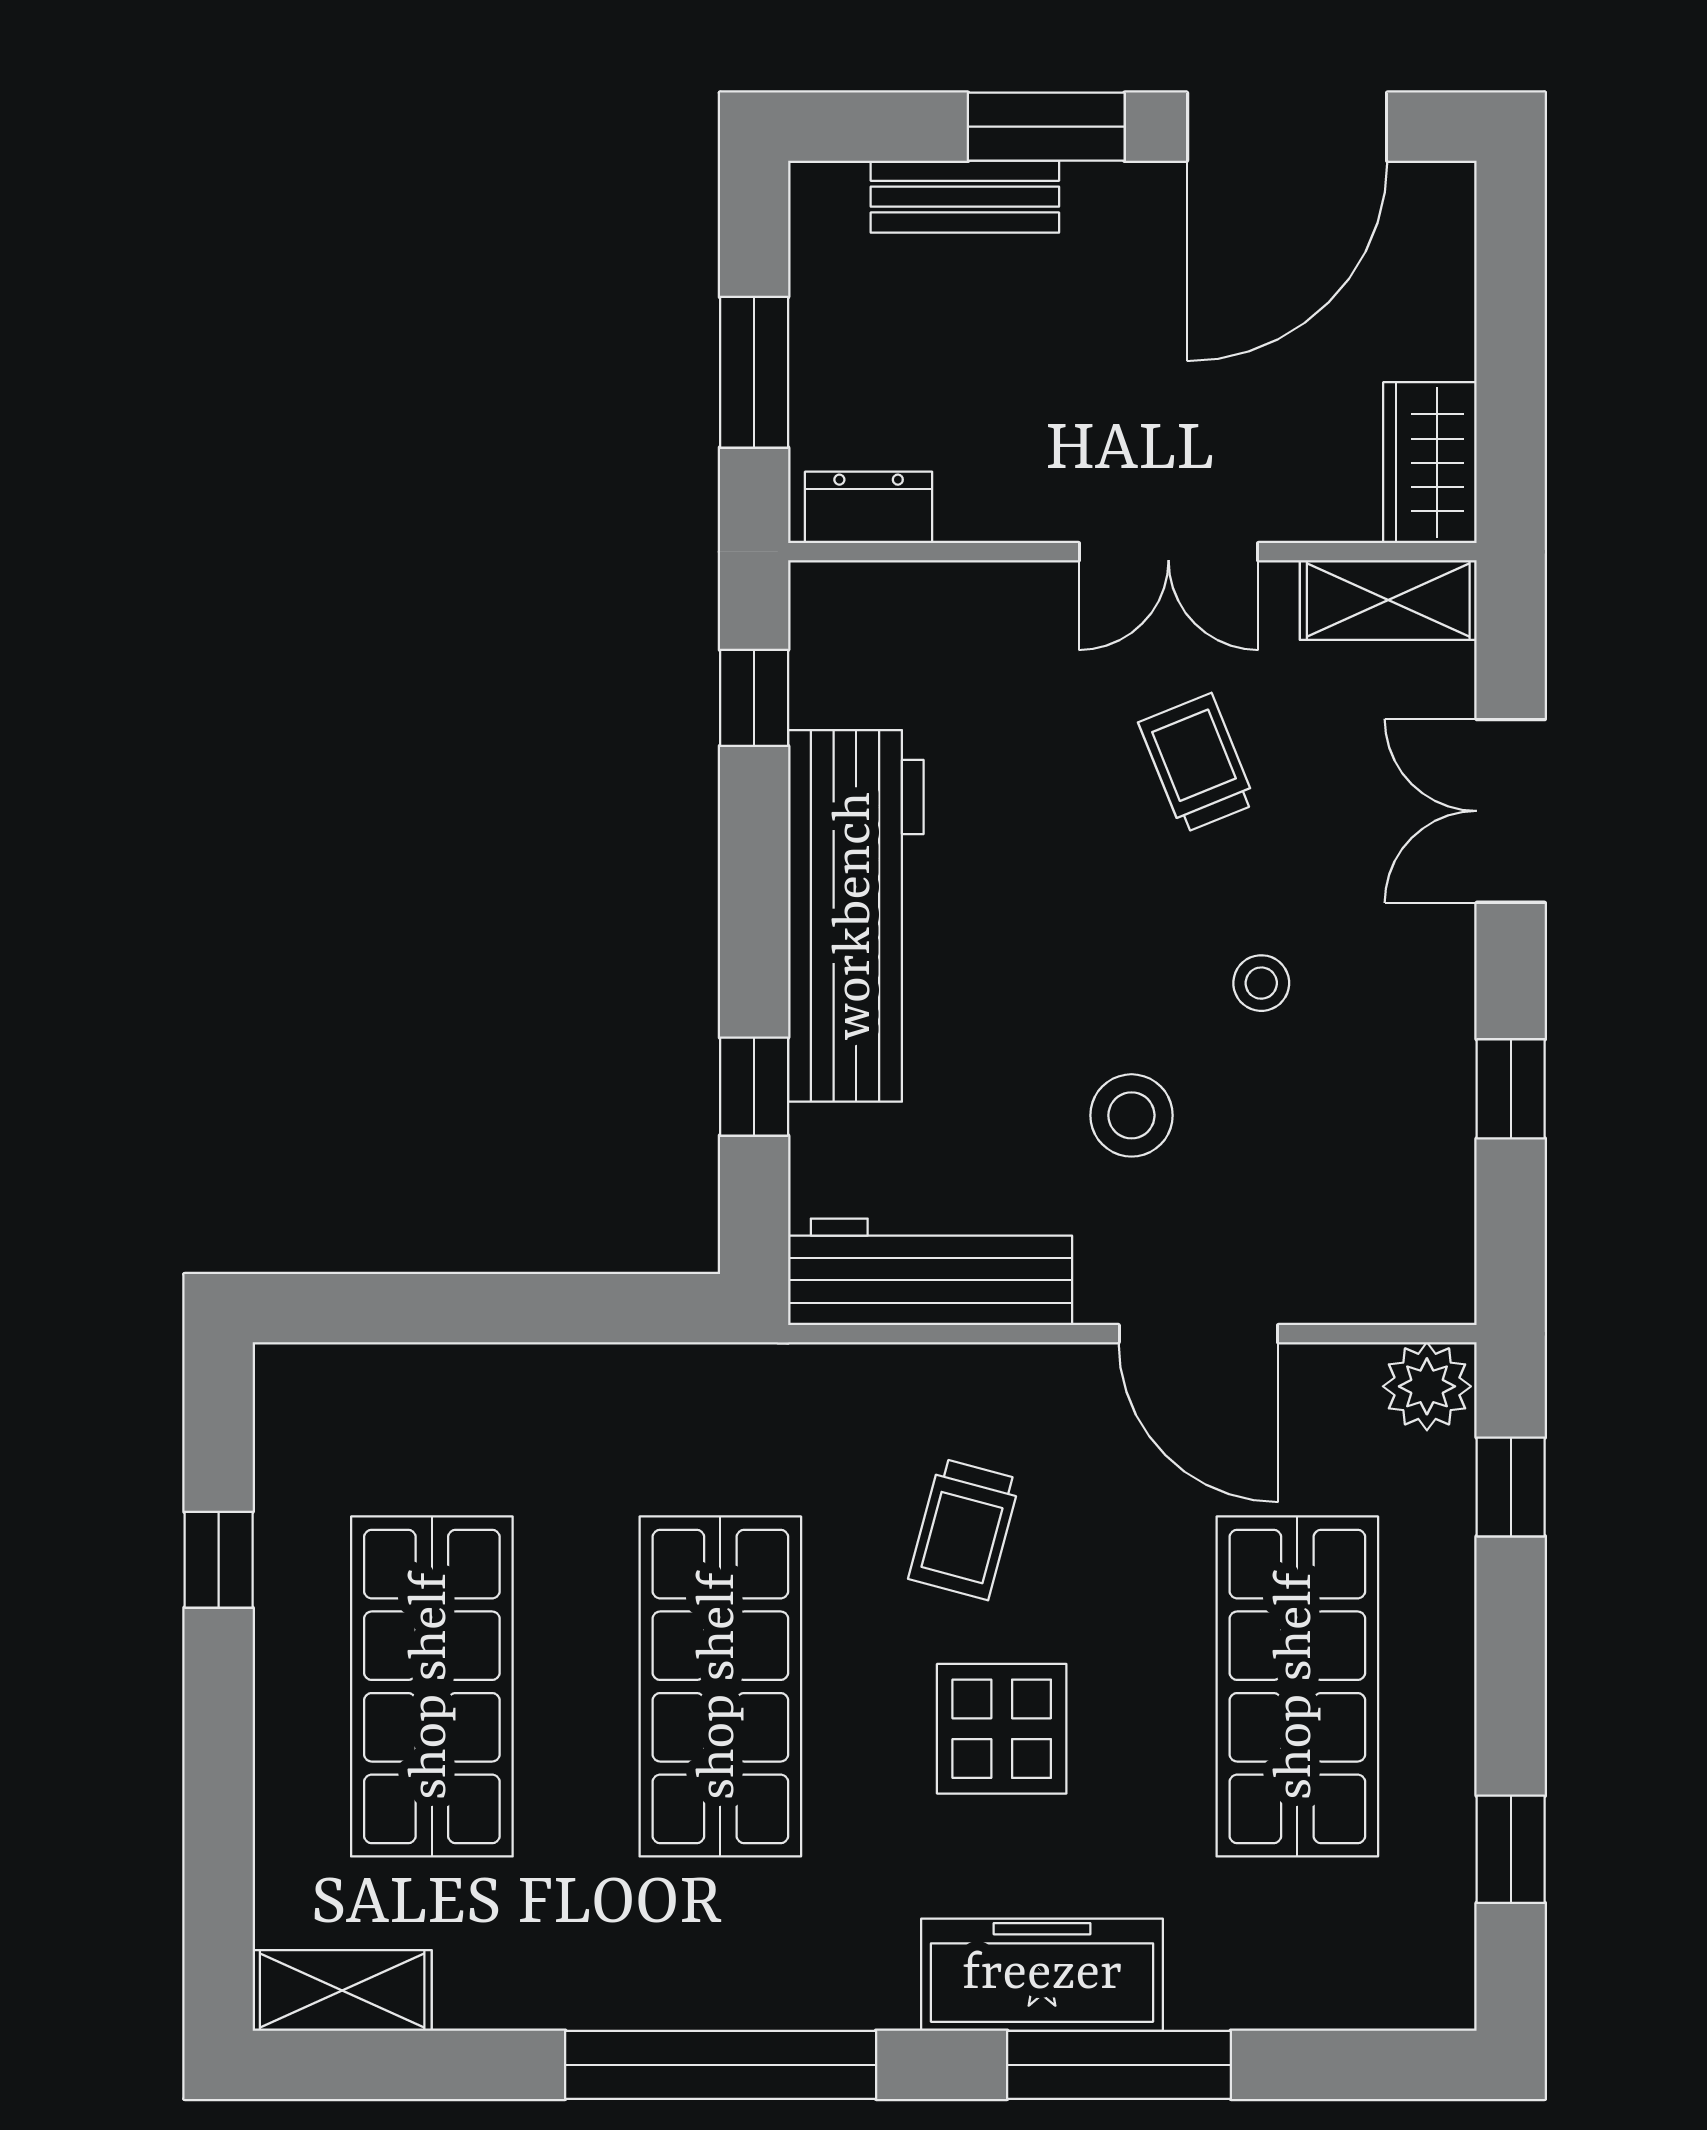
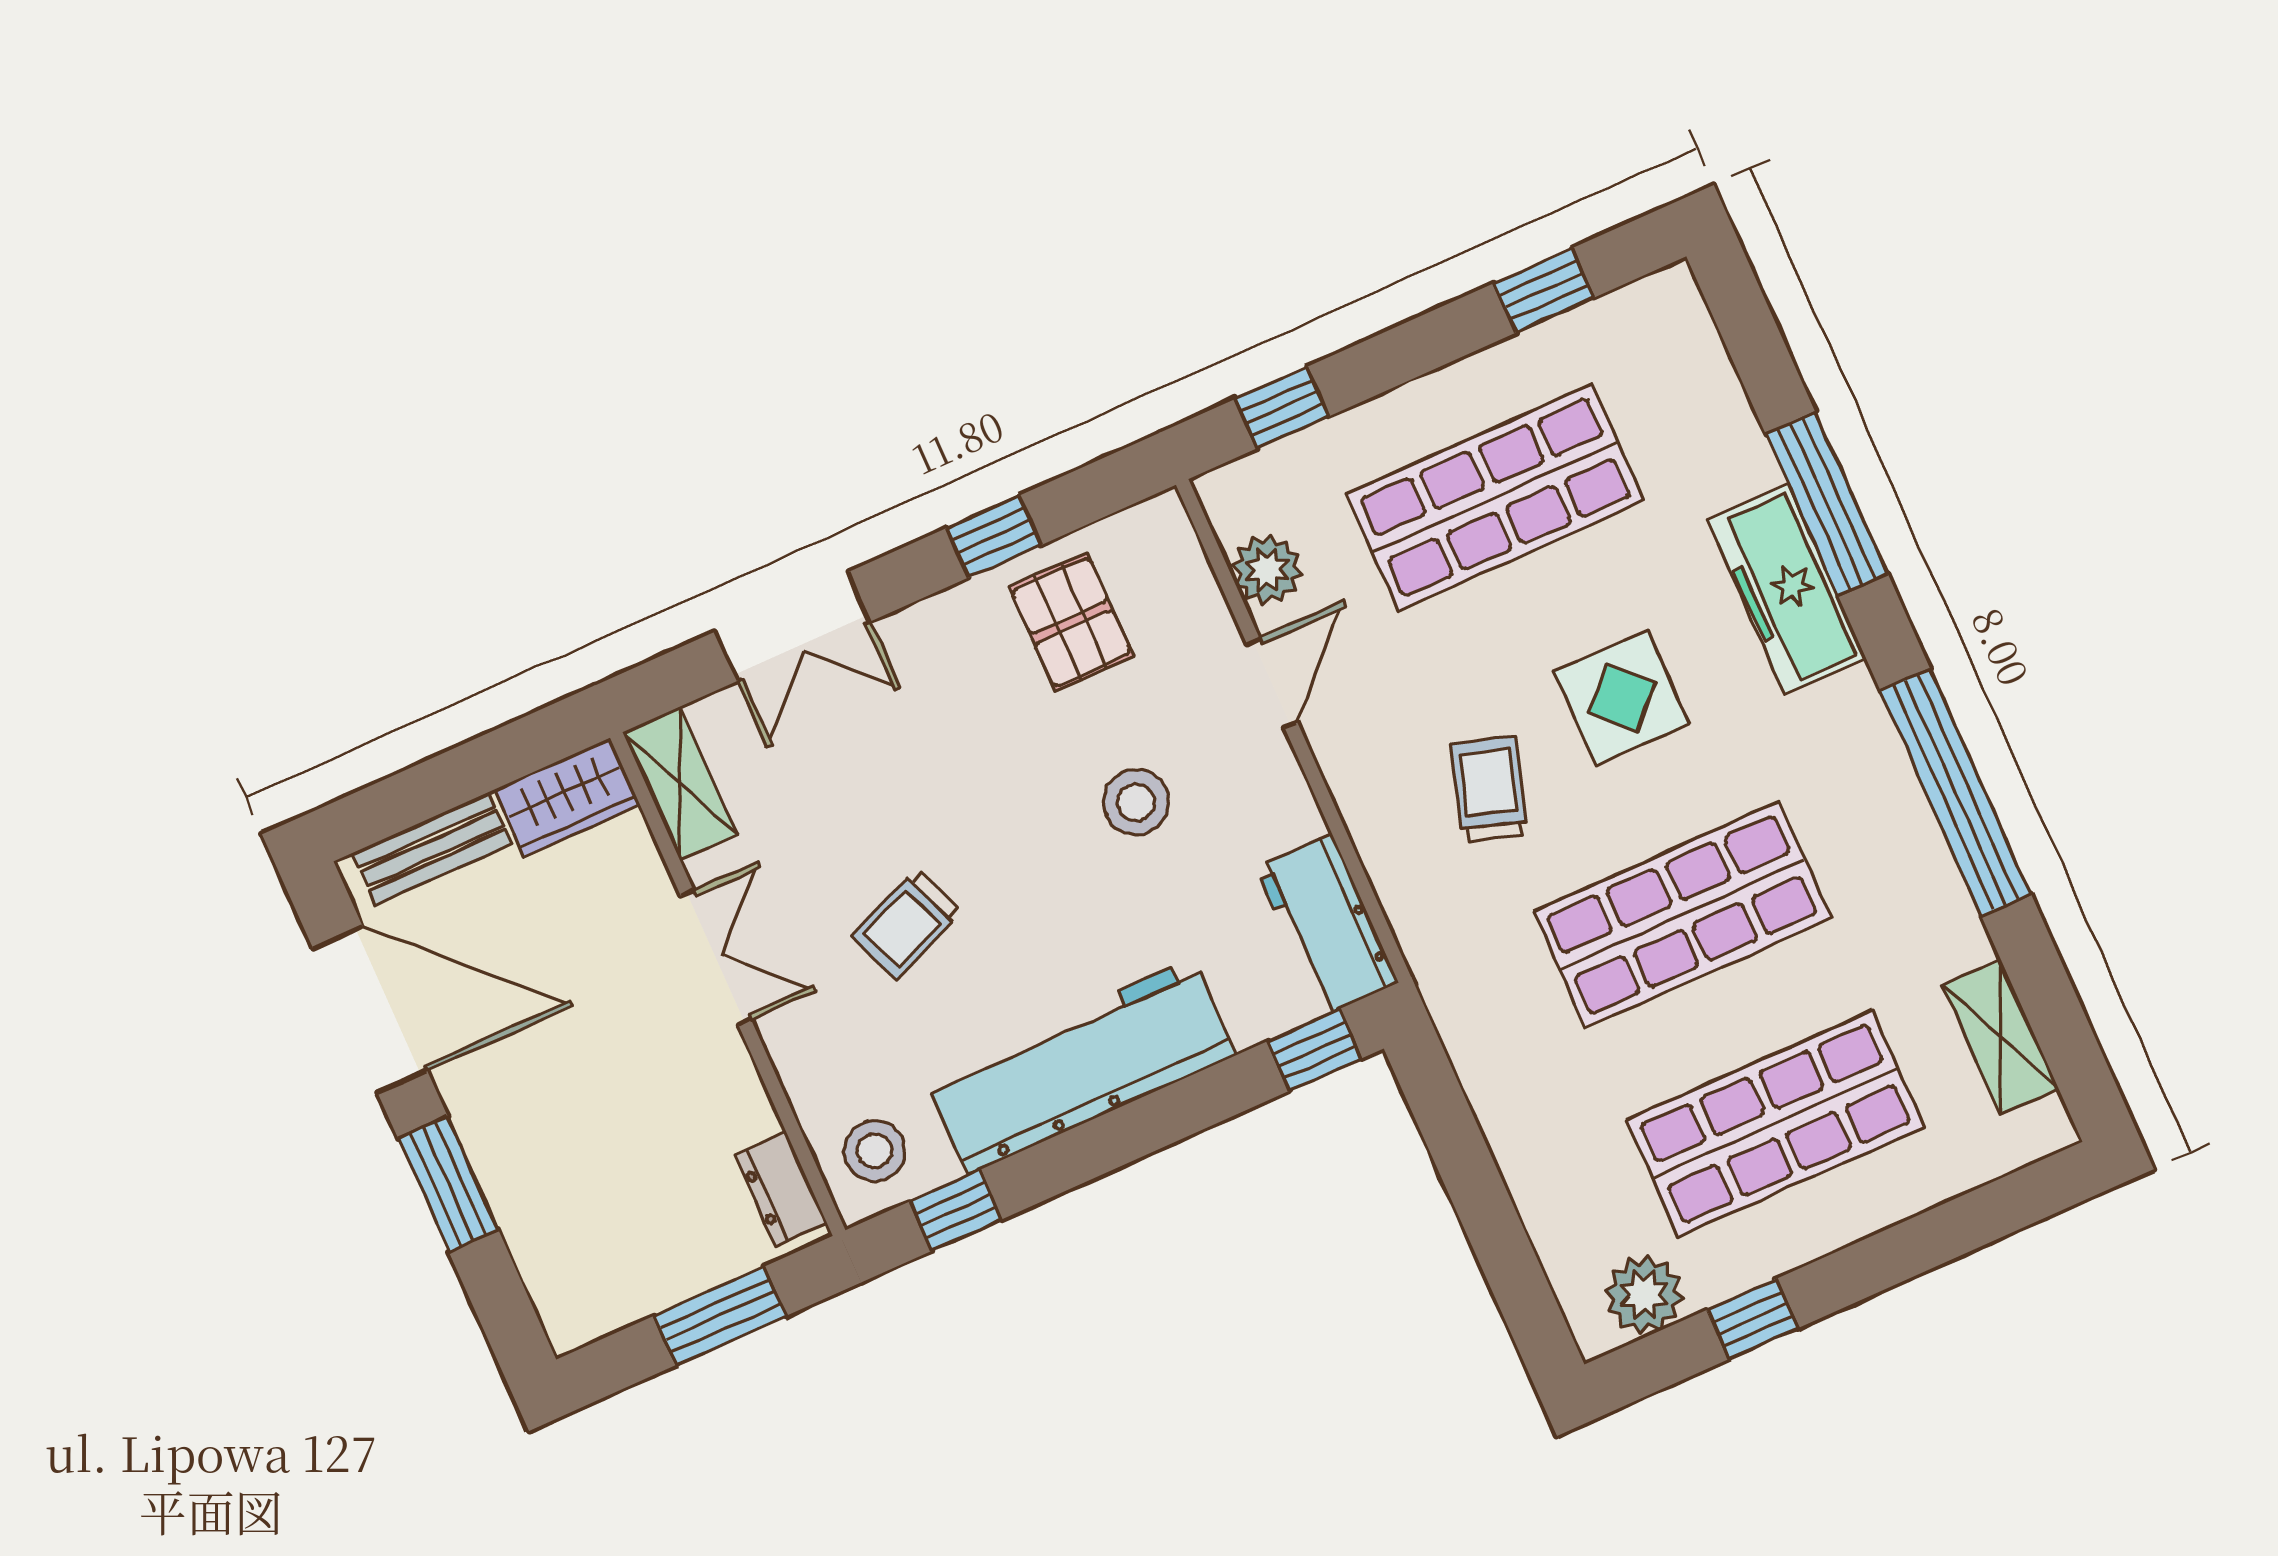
bench: (965, 197) -> (432, 848), moved, turned 90
trolley: (1197, 763) -> (907, 924), moved
stool: (1261, 983) -> (875, 1151), moved, width x1.37, depth x1.37
window: (754, 1087) -> (1314, 1050), moved
pallet: (1372, 1134) -> (1071, 622), added
workbench: (930, 1272) -> (1327, 925), width x0.73
door: (1198, 1334) -> (1272, 683), width x0.73
plant: (1427, 1386) -> (1267, 570), moved
plant: (302, 1447) -> (1644, 1295), added
trolley: (964, 1529) -> (1489, 789), turned -88
shelving: (342, 1990) -> (2000, 1037), moved

